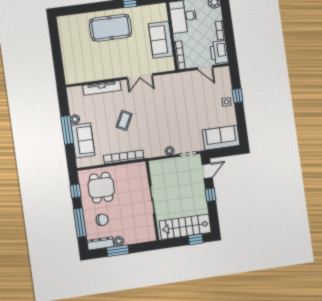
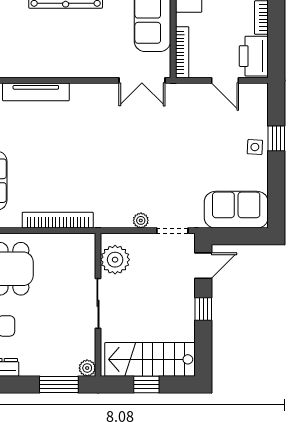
double door: (140, 76) -> (142, 80), moved
coffee table: (124, 120) -> (67, 155), removed
plant: (158, 174) -> (115, 260), added
window: (196, 239) -> (146, 384), moved
plant: (119, 241) -> (87, 368), moved
window: (118, 251) -> (59, 384), moved

